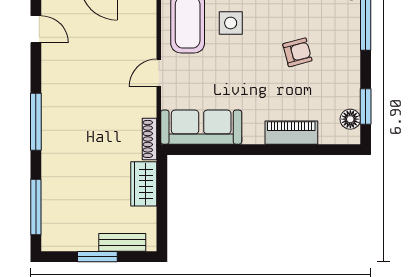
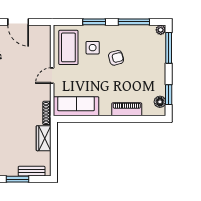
armchair: (297, 52) -> (116, 58), moved

